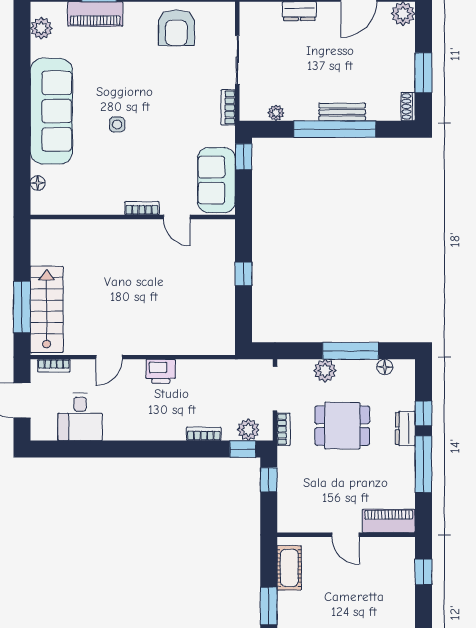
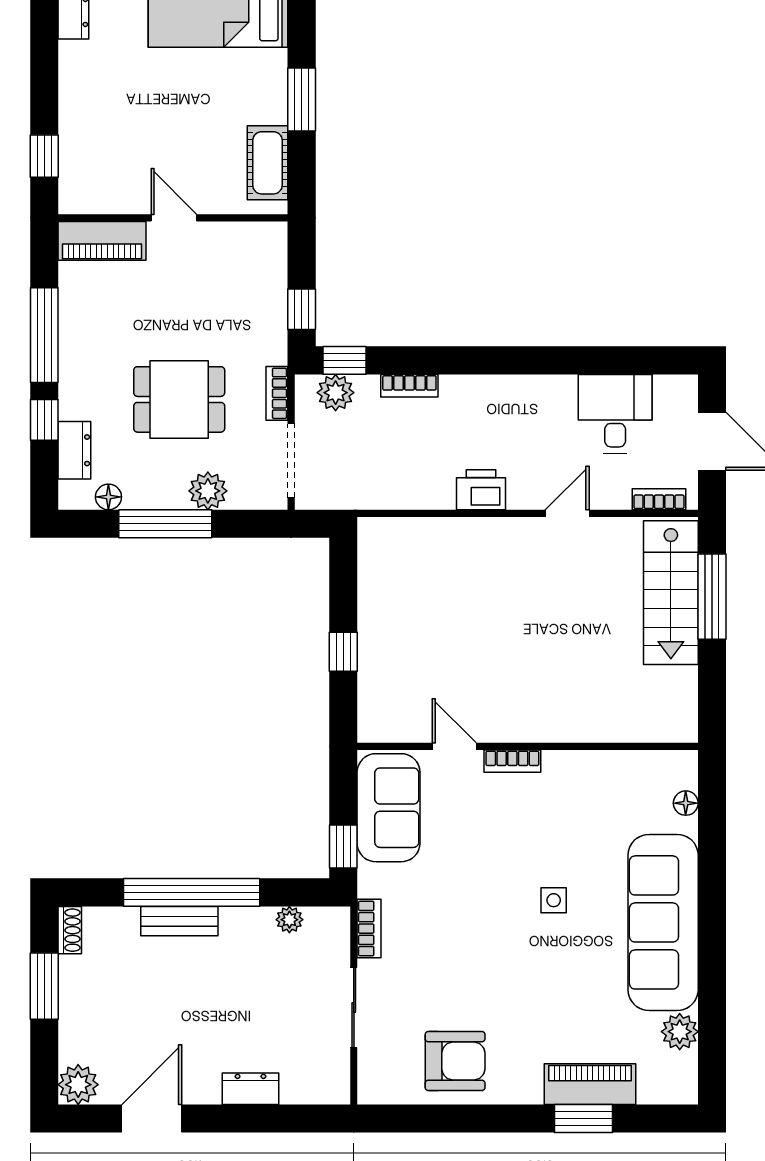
plant: (41, 28) -> (680, 1032), moved
armchair: (176, 28) -> (455, 1061), turned 90
dresser: (405, 428) -> (74, 450), moved

